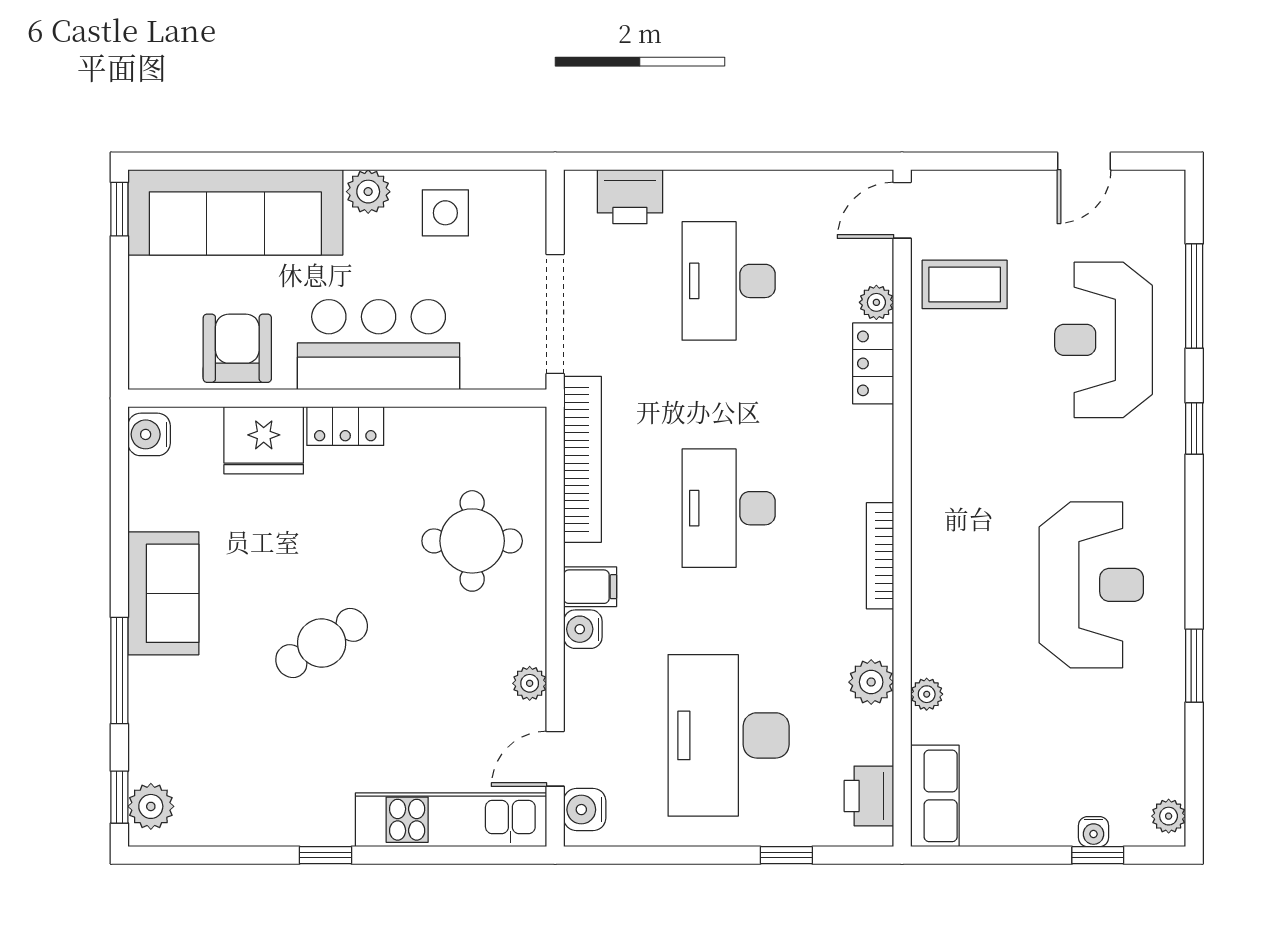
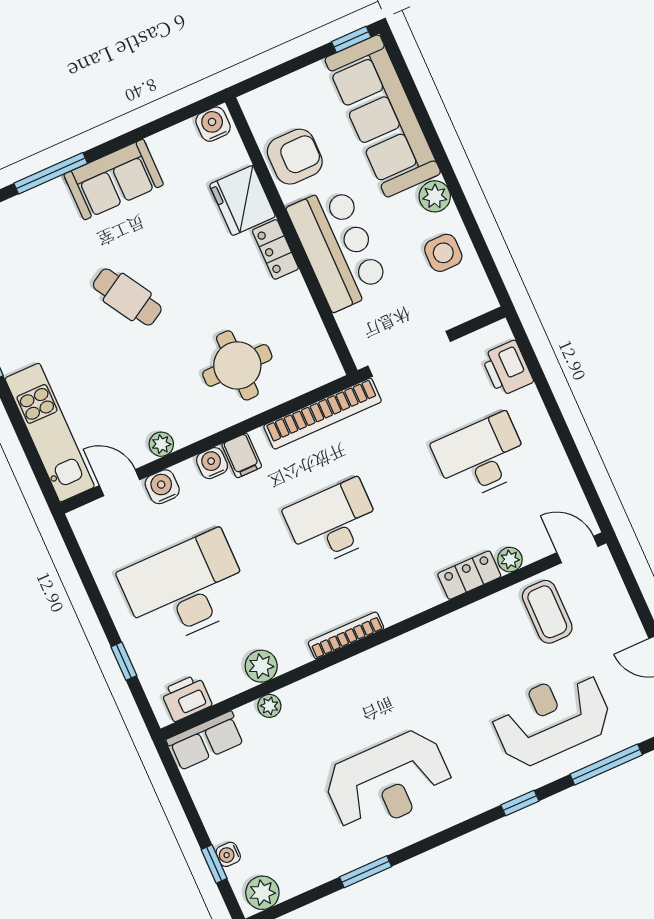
water cooler: (585, 810) -> (162, 487), moved
plant: (1169, 816) -> (262, 893), width x1.38, depth x1.38

